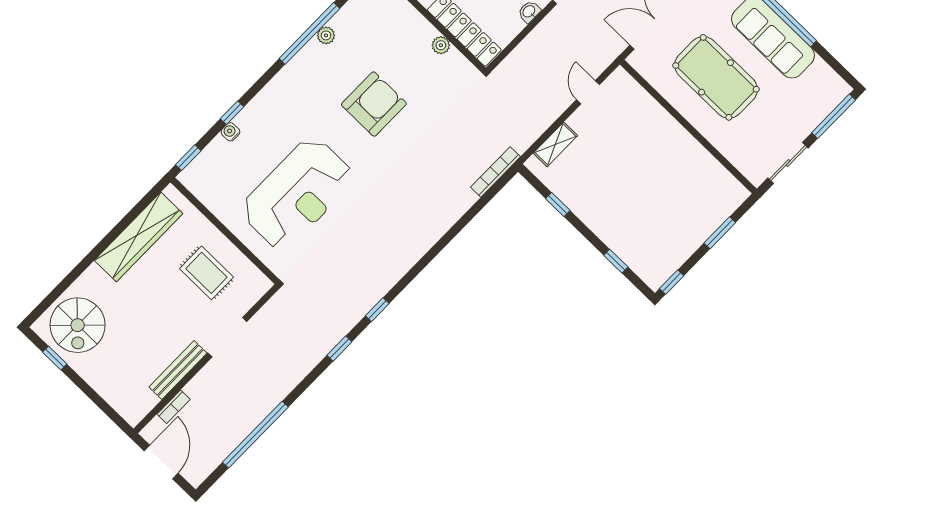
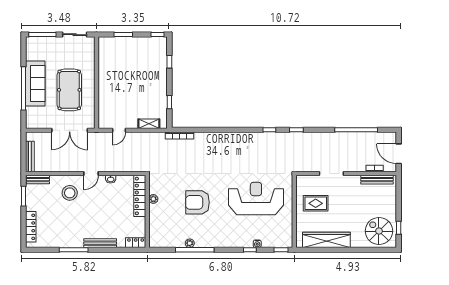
rug: (206, 273) -> (316, 203), turned 90
spiral stairs: (78, 325) -> (379, 231), turned -90
bench: (178, 370) -> (377, 180), moved
door: (161, 462) -> (399, 154), hinge flipped

